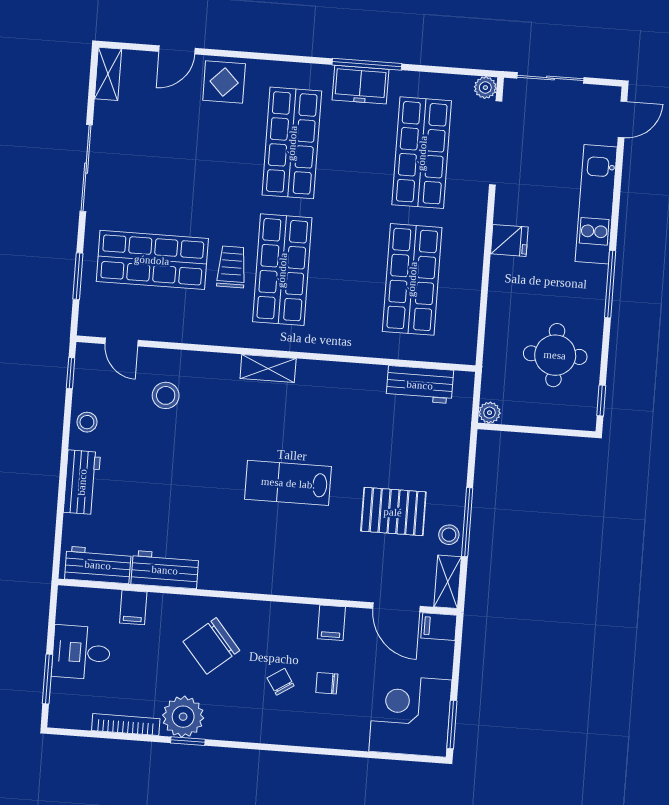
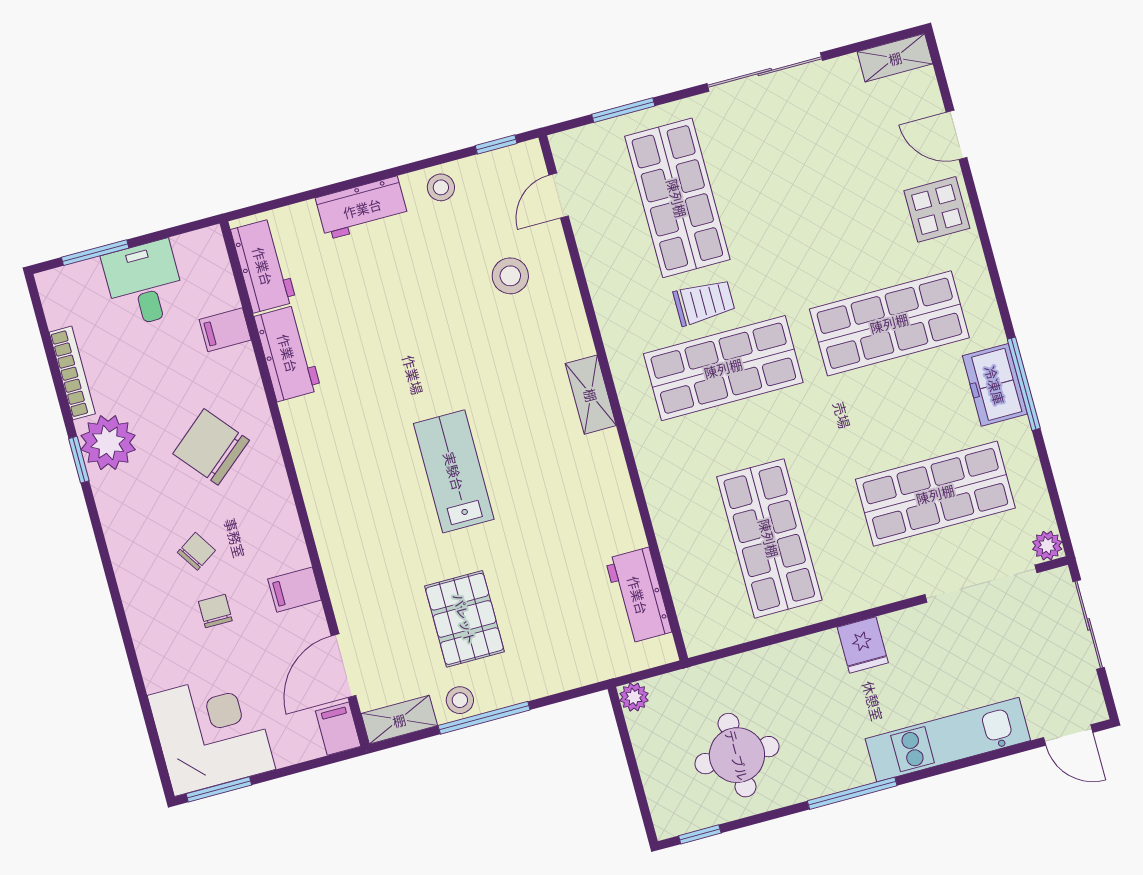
shop shelf: (412, 279) -> (769, 538), turned 90

